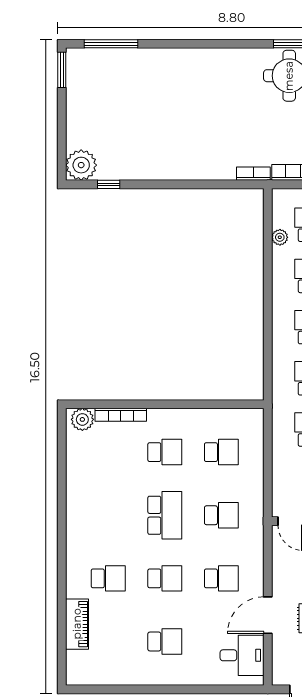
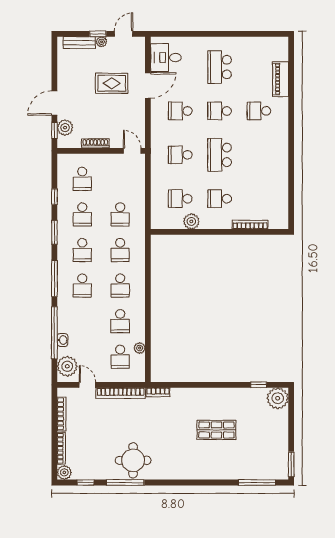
shop shelf: (169, 119) -> (216, 430), added
plant: (82, 419) -> (191, 221), moved
school desk: (165, 642) -> (220, 67), width x1.85

